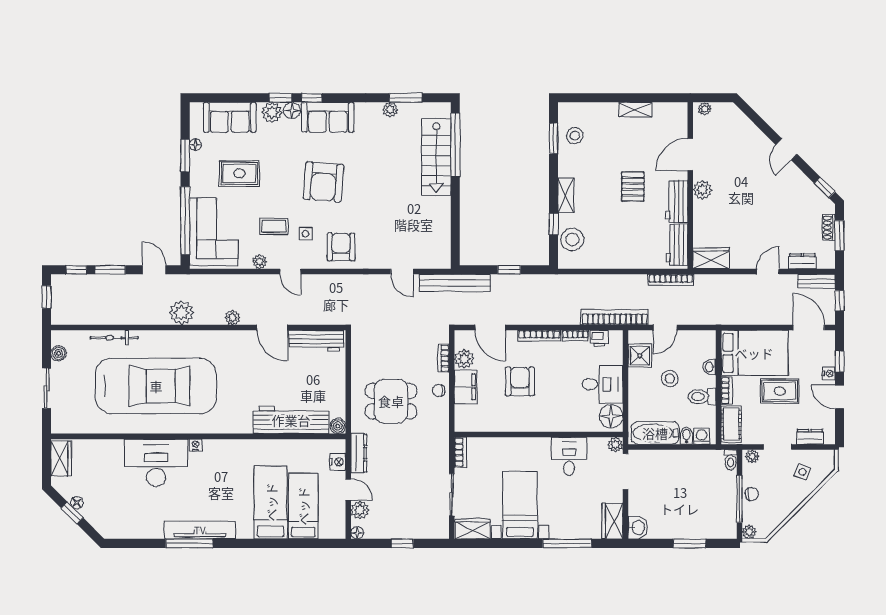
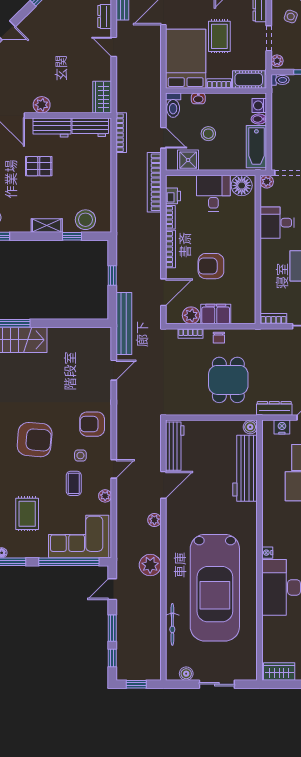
car: (156, 386) -> (215, 588), turned 180
toilet: (702, 397) -> (173, 105), moved

